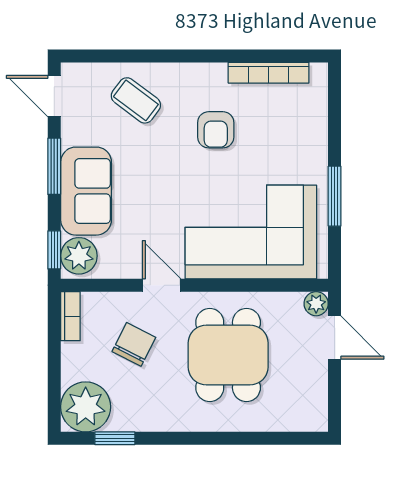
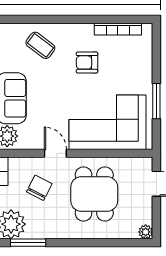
armchair: (216, 130) -> (87, 62), turned 90
plant: (316, 304) -> (146, 232), moved
window: (115, 438) -> (28, 243), width x1.50

